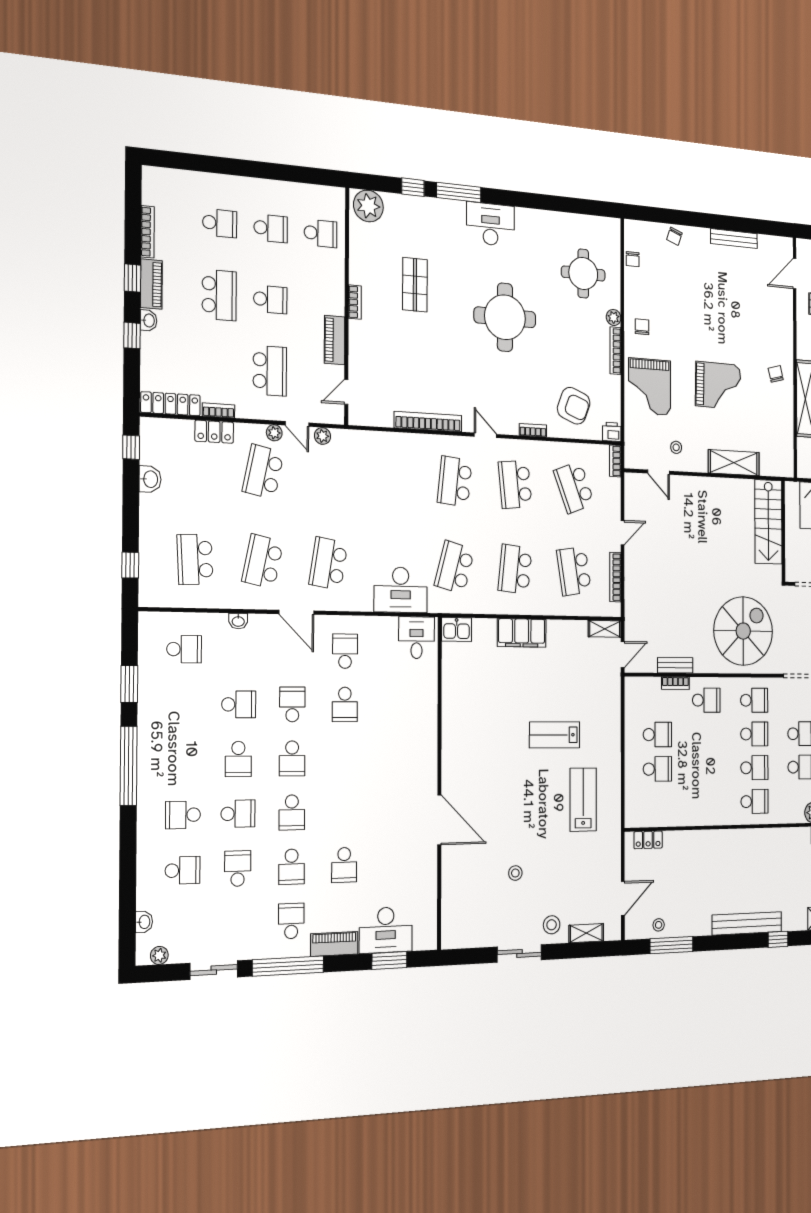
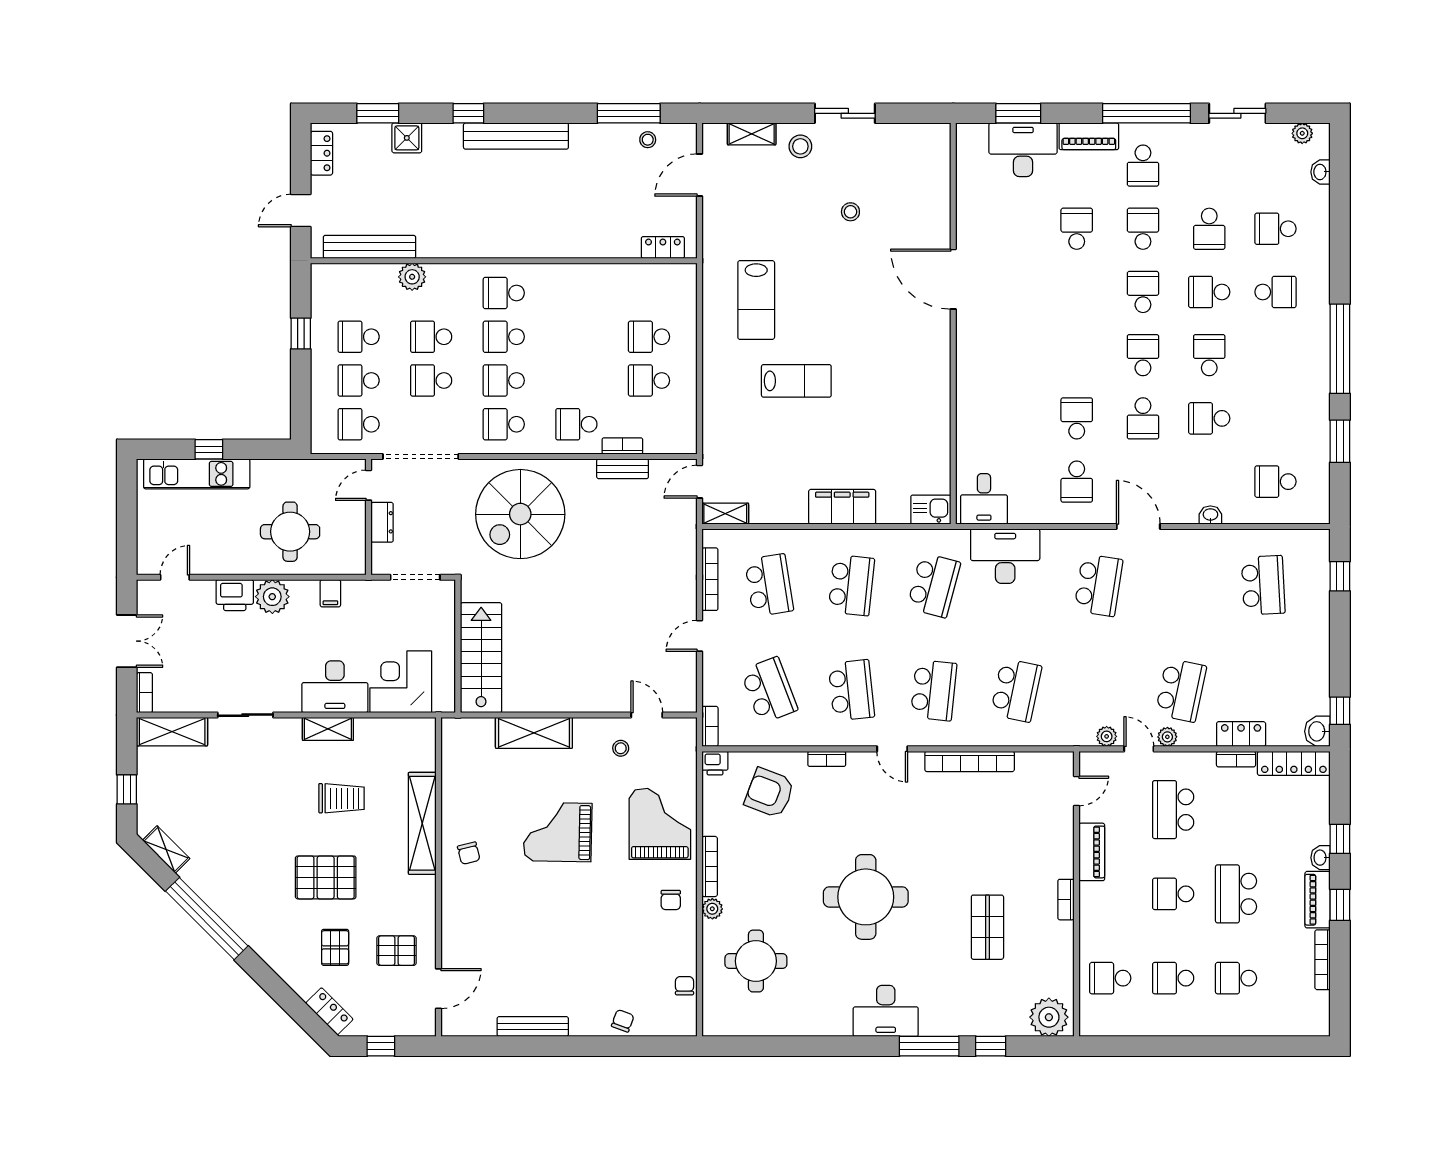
washbasin: (150, 479) -> (1317, 731), moved
school desk: (263, 561) -> (1016, 690), moved

